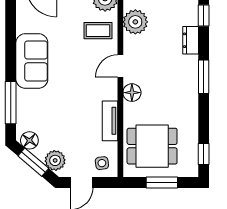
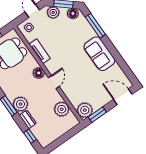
coffee table: (98, 31) -> (77, 92), removed
plant: (186, 68) -> (20, 104), added

